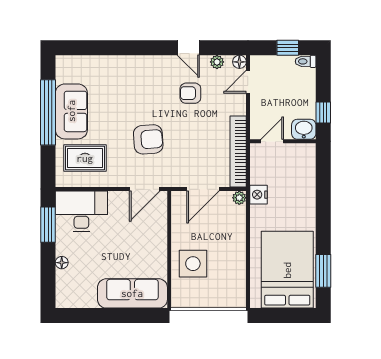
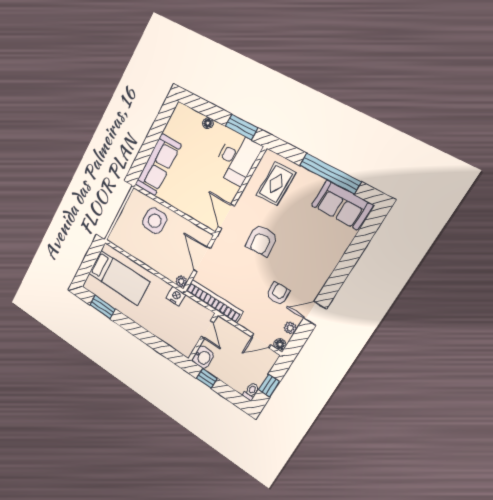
door: (248, 82) -> (261, 341), swing flipped
sofa: (71, 111) -> (342, 205), moved
bed: (287, 270) -> (119, 278), width x0.67

